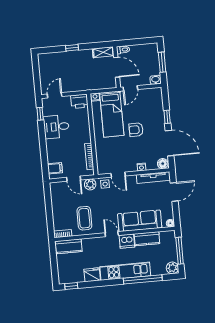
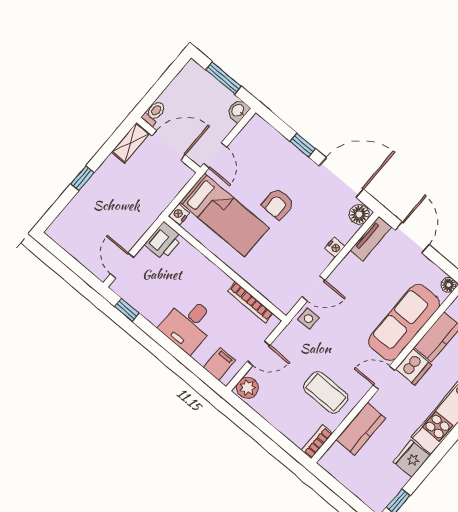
desk: (56, 127) -> (188, 325), moved
tv unit: (153, 177) -> (371, 239), width x0.71
plant: (90, 184) -> (247, 388), moved
kitchen counter: (69, 246) -> (361, 429), moved

